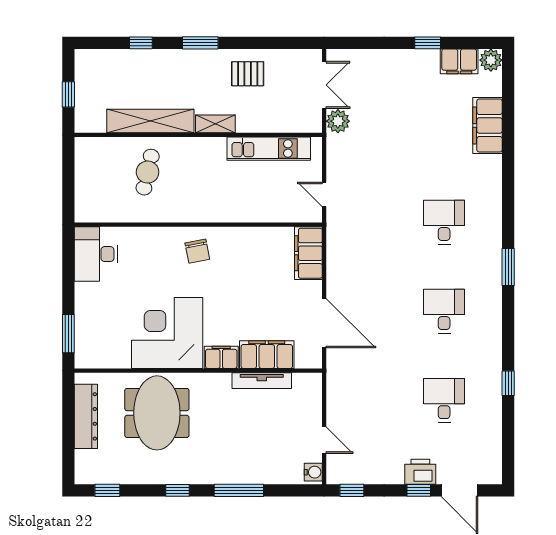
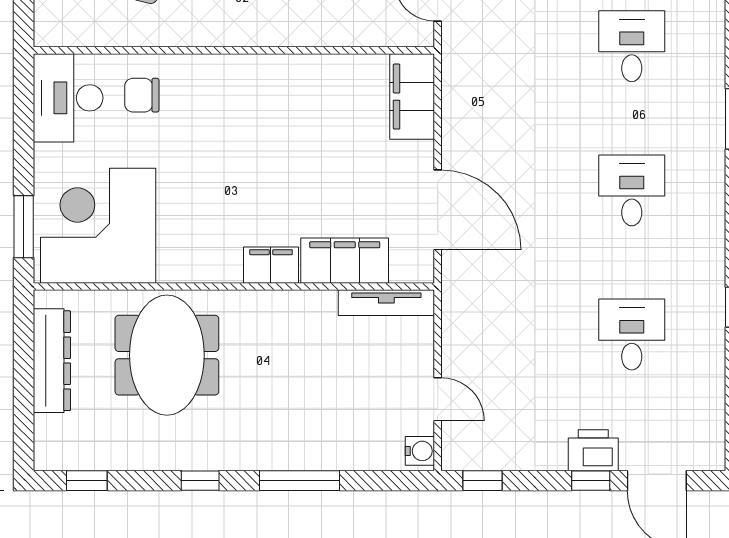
chair: (197, 251) -> (142, 95), moved, turned 101
corner desk: (167, 333) -> (98, 226), moved
tv unit: (262, 381) -> (386, 303), moved

